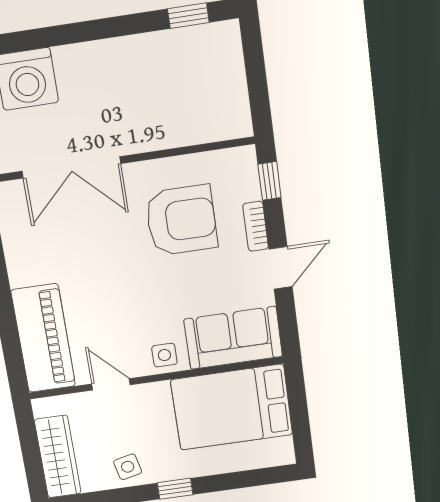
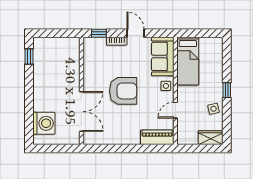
armchair: (181, 220) -> (123, 91), moved, turned 90
piano: (43, 338) -> (157, 137), width x0.73, depth x0.75
bed: (232, 407) -> (188, 61), width x0.67
wardrobe: (58, 457) -> (211, 138), width x0.67

